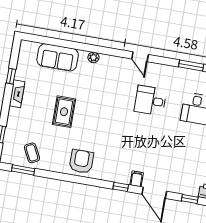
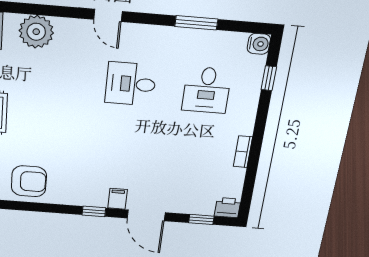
plant: (93, 57) -> (36, 32), width x1.87, depth x1.87
armchair: (81, 161) -> (29, 181), turned 90

